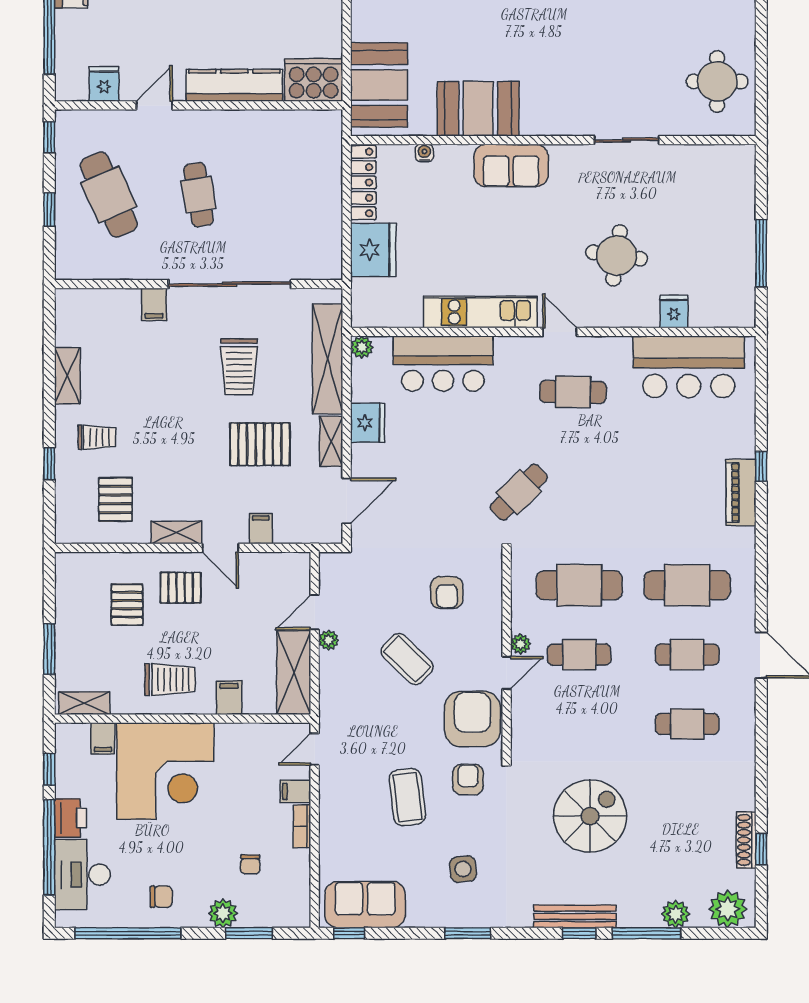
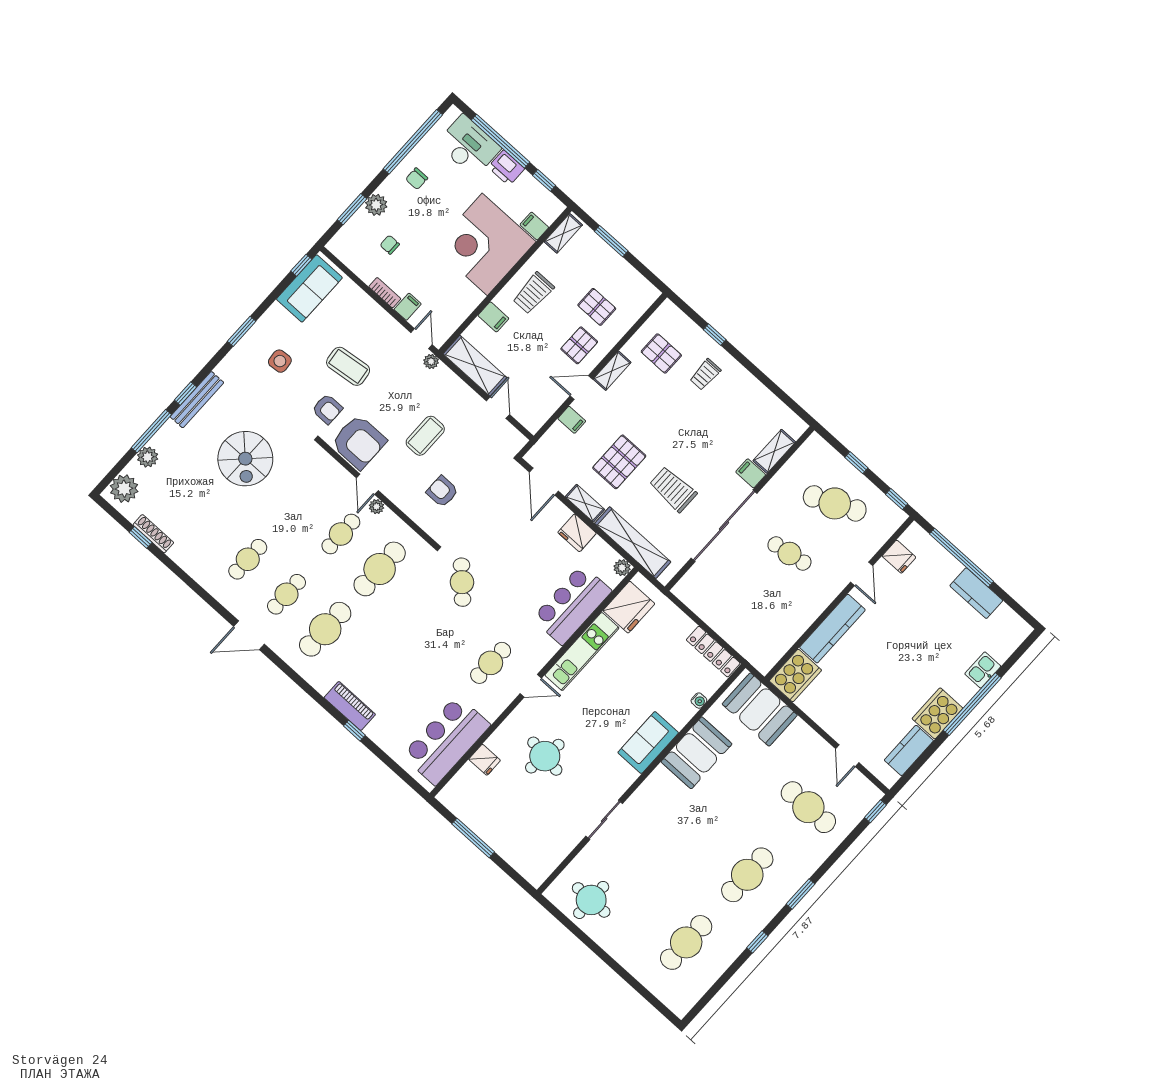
fridge: (373, 250) -> (629, 607), moved, turned -90
shelving: (67, 376) -> (774, 451), moved, turned 90
plant: (329, 640) -> (431, 361), moved
coffee table: (407, 659) -> (425, 436), turned -44

